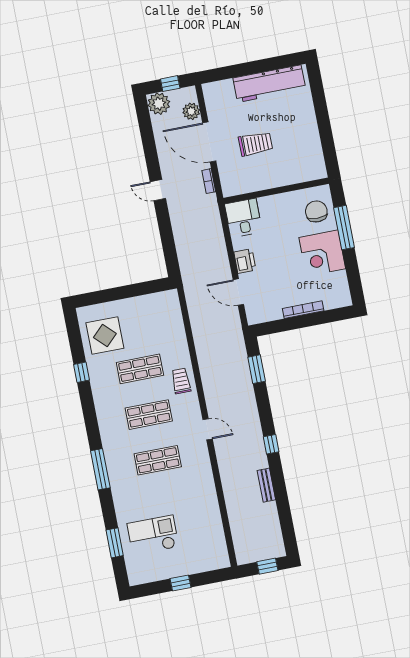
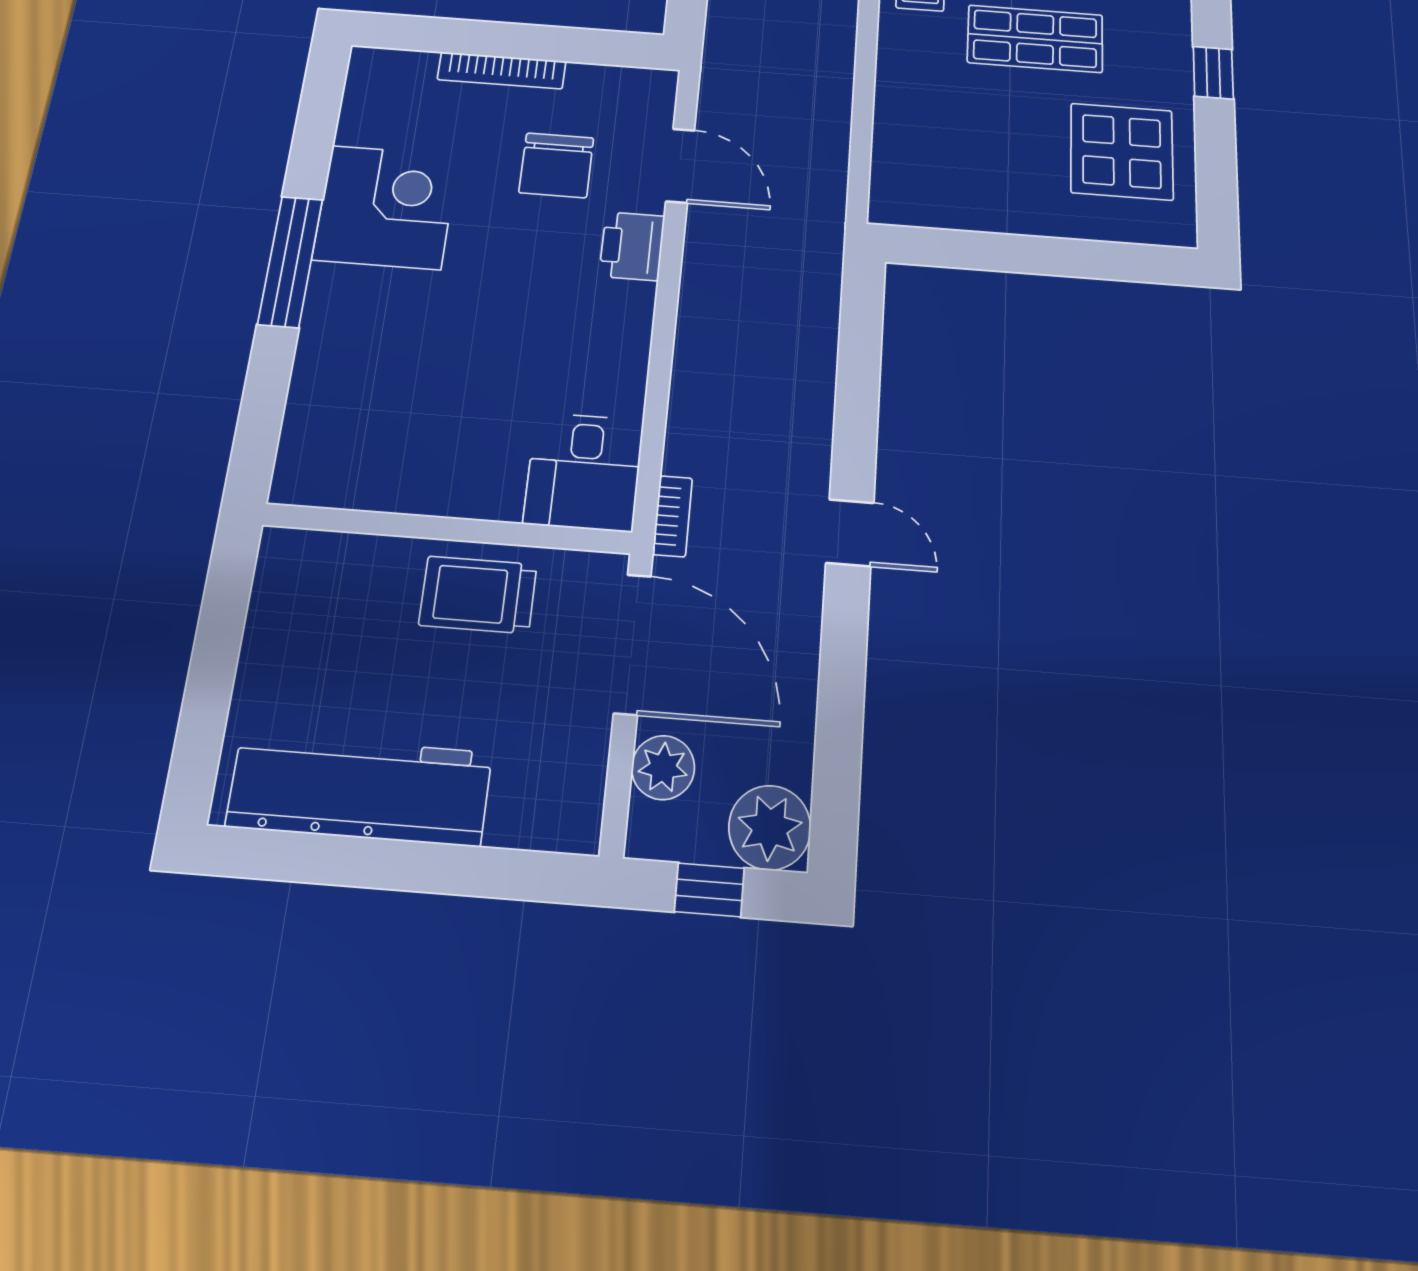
wall: (276, 191) -> (448, 529), moved
chair: (316, 212) -> (556, 165), moved
desk: (243, 218) -> (584, 472), moved

